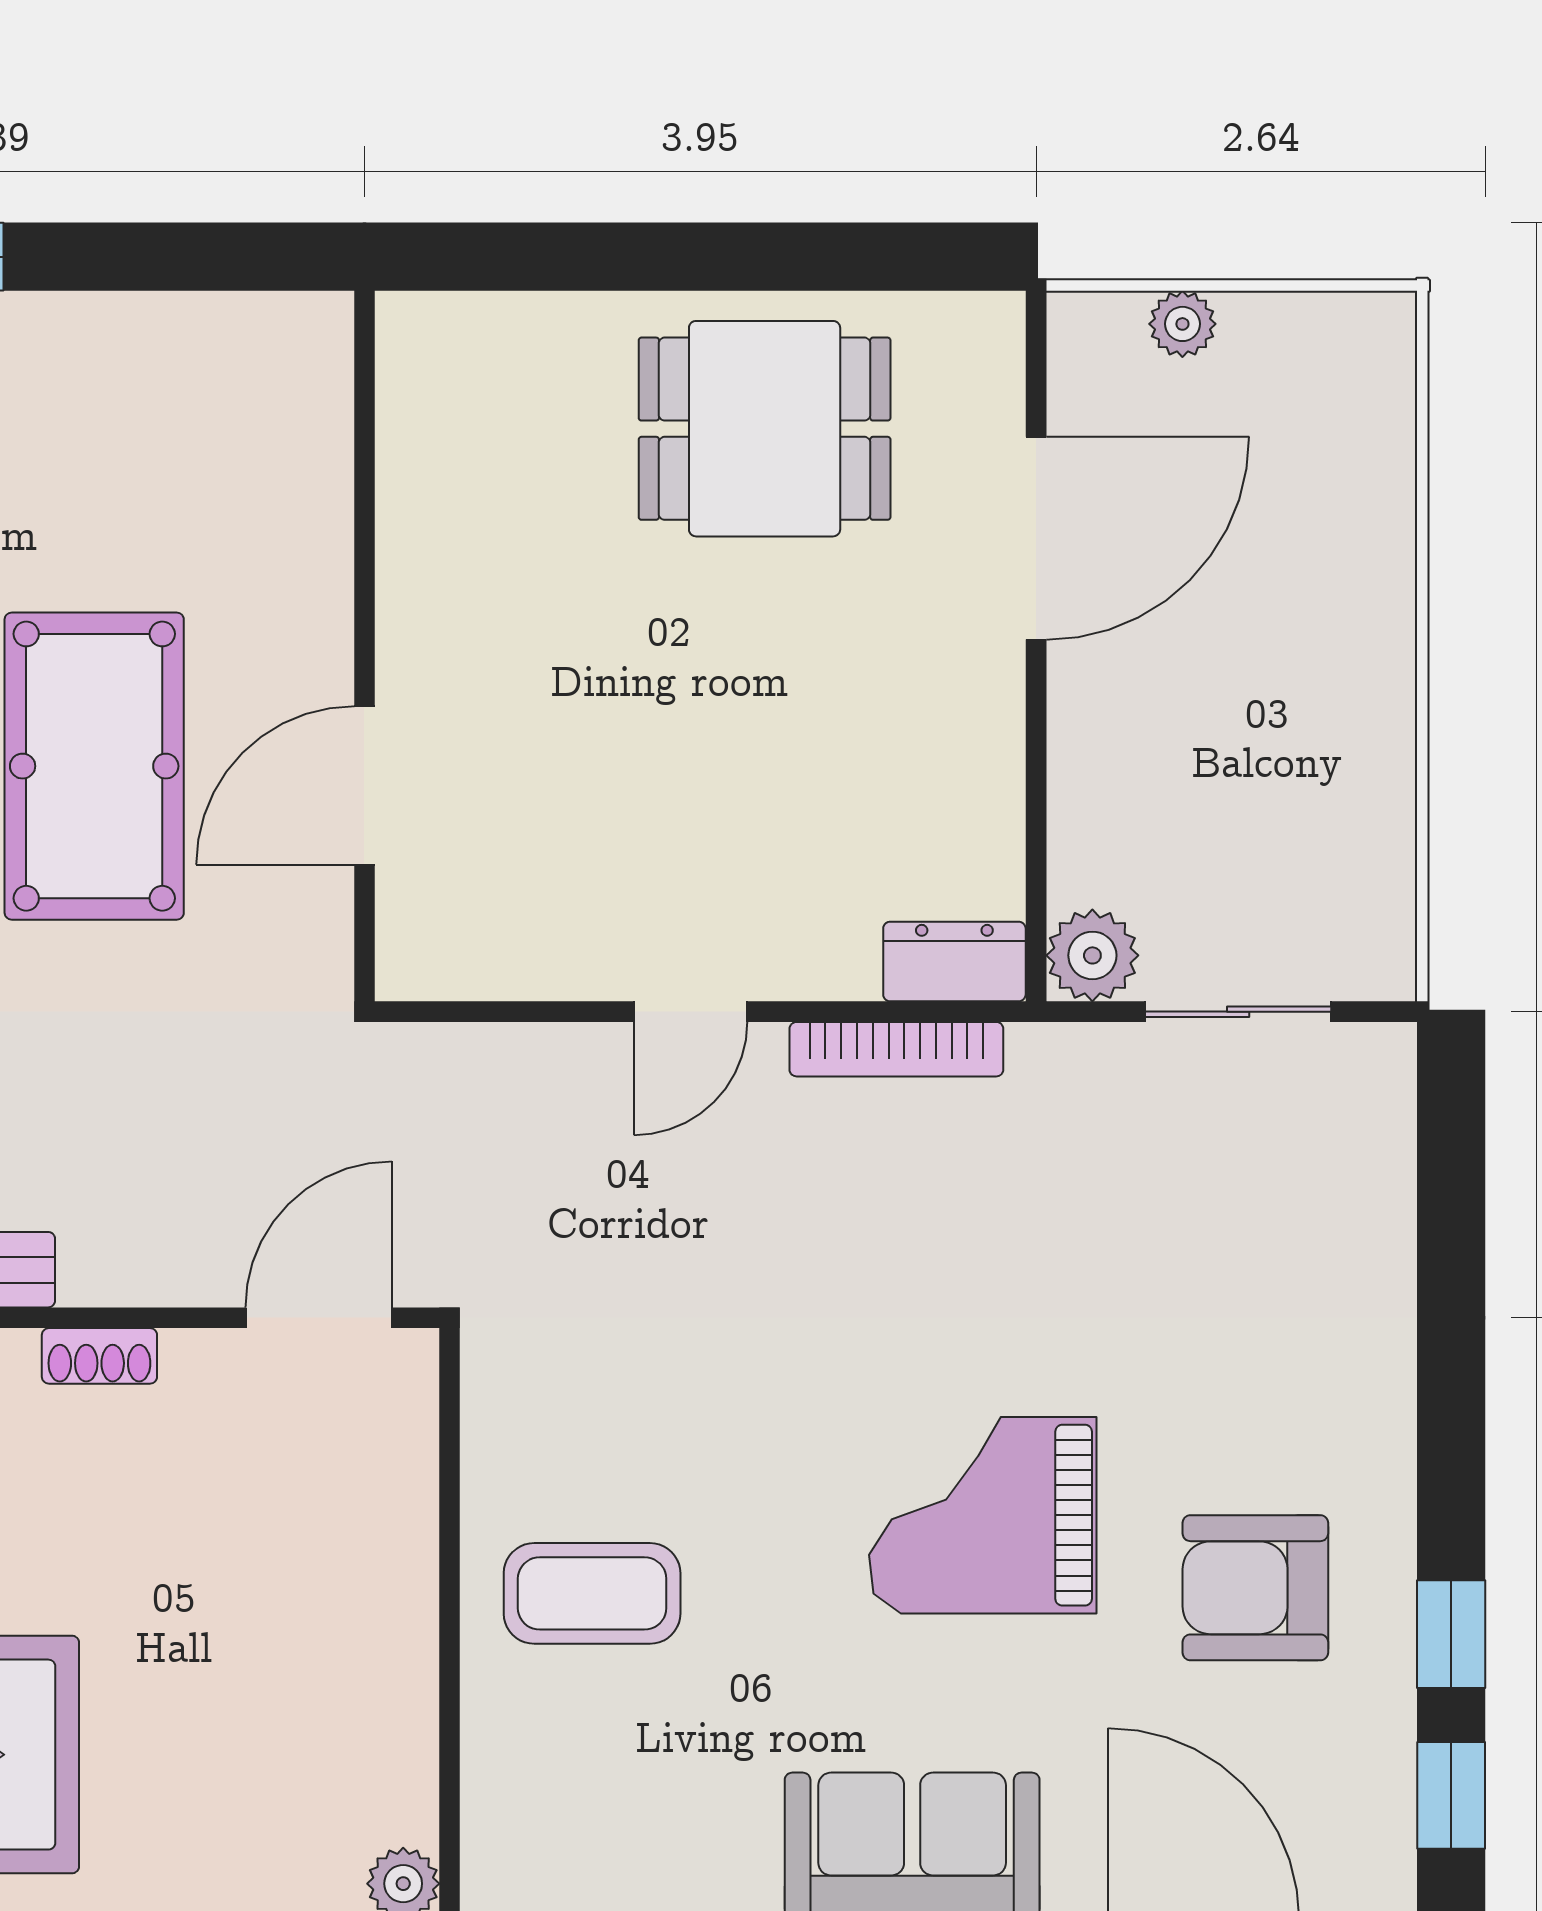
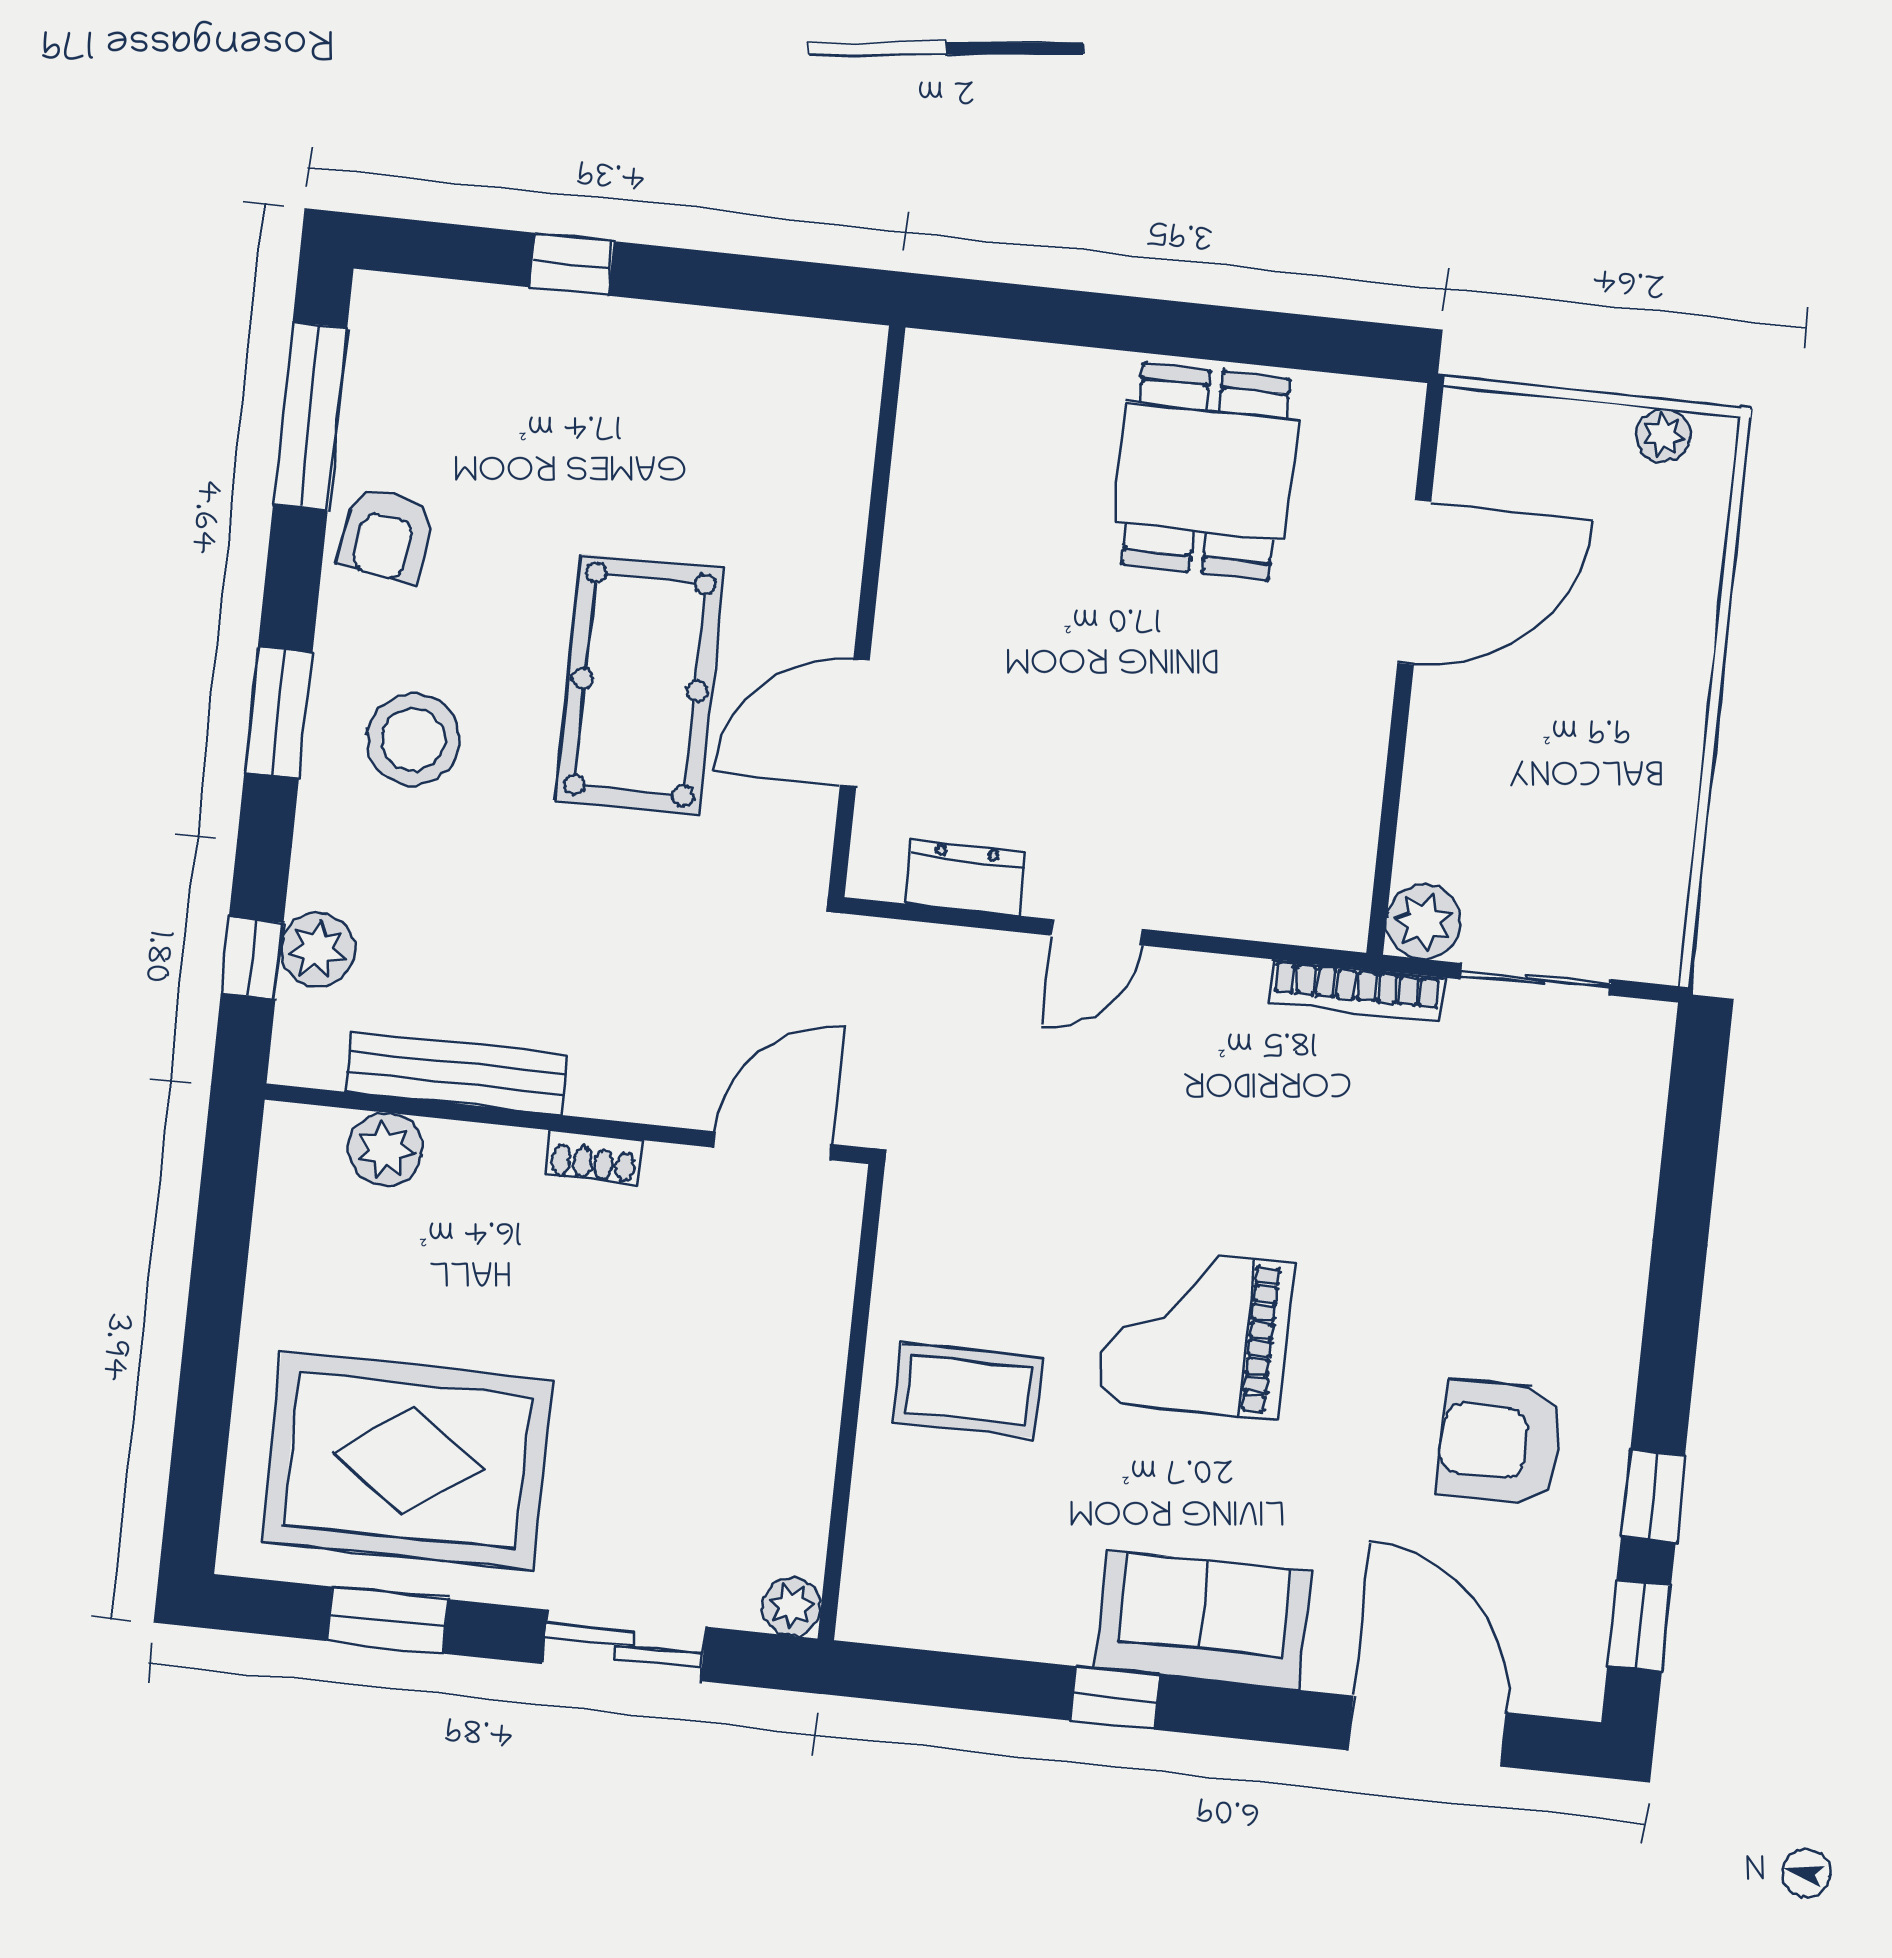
plant: (1182, 324) -> (1663, 435), moved
dining table: (765, 429) -> (1206, 471), turned 90
dresser: (954, 961) -> (965, 877), moved
bookcase: (896, 1049) -> (1356, 990), moved
grand piano: (983, 1515) -> (1195, 1332), moved

